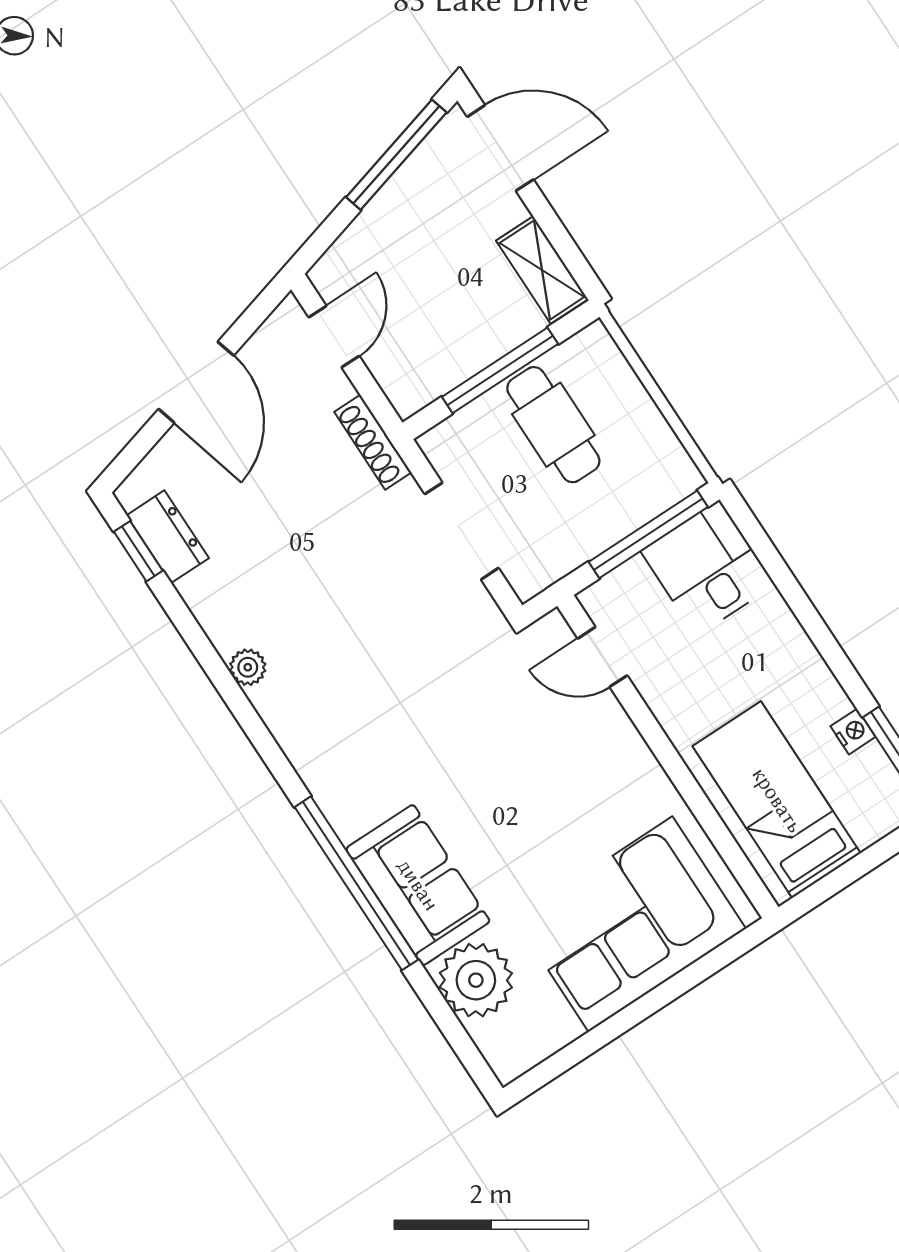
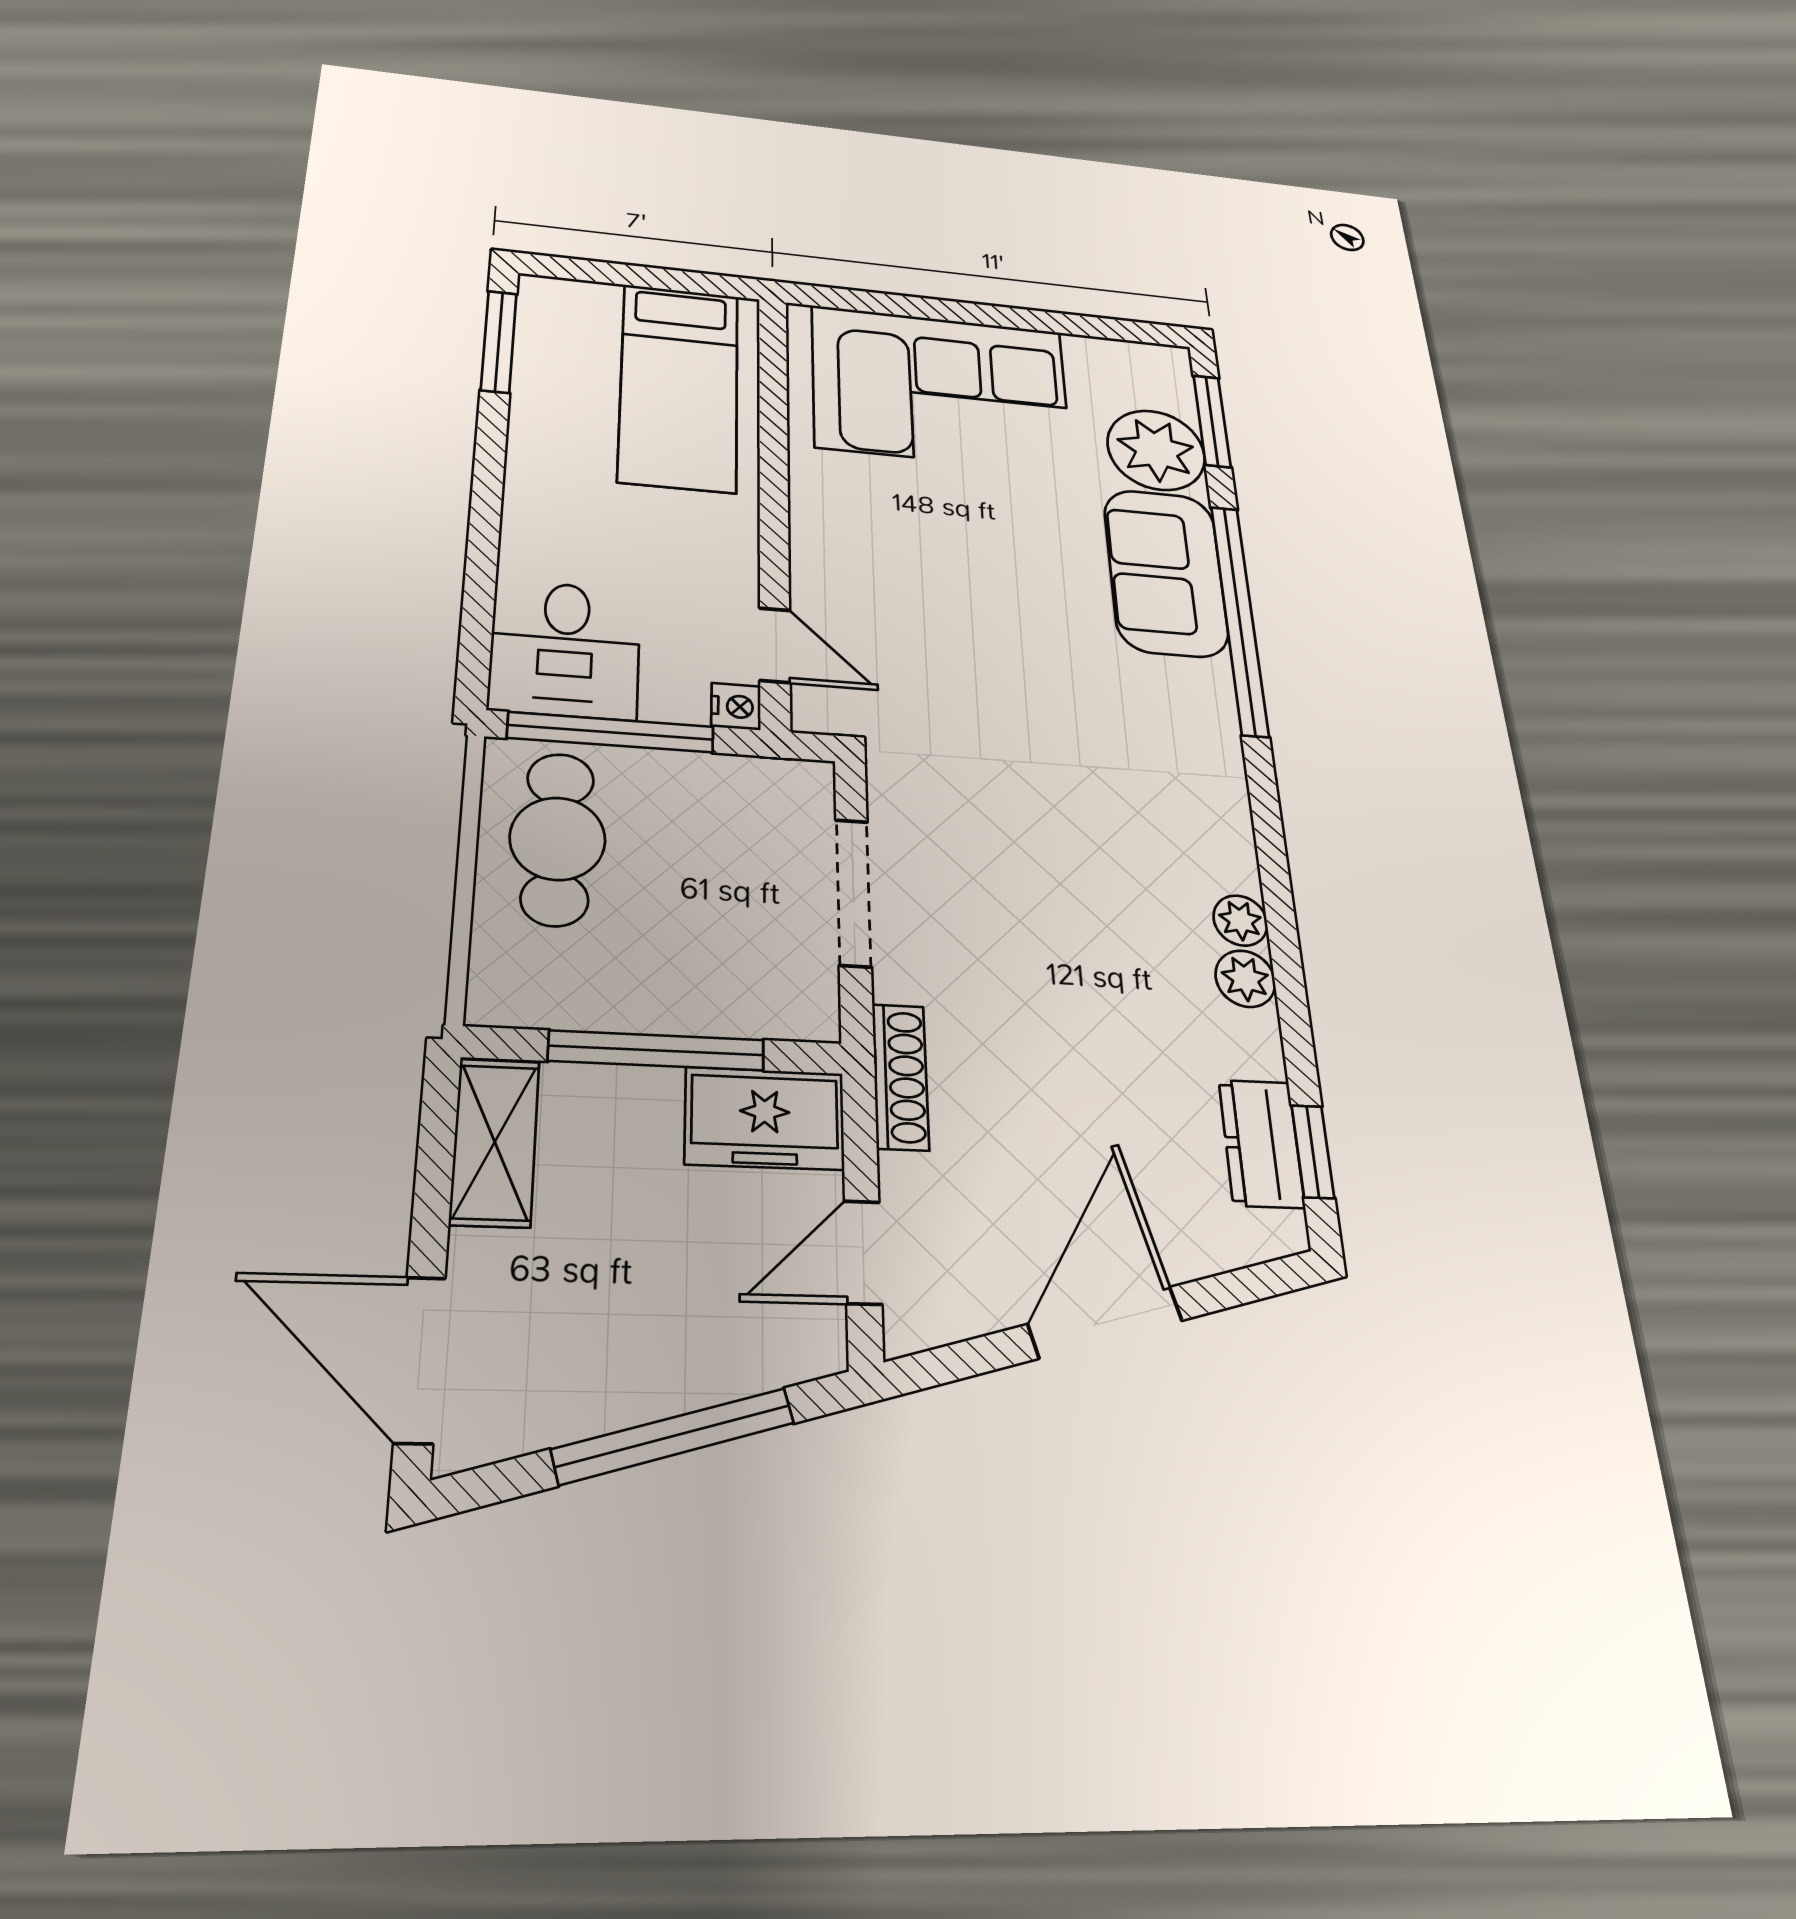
window: (396, 155) -> (674, 1436), moved
freezer: (425, 372) -> (765, 1118), added
cafe table: (553, 425) -> (558, 839), moved
plant: (226, 631) -> (1245, 979), added
nightstand: (853, 732) -> (736, 706), moved, turned 180
window: (455, 1034) -> (1212, 421), added

